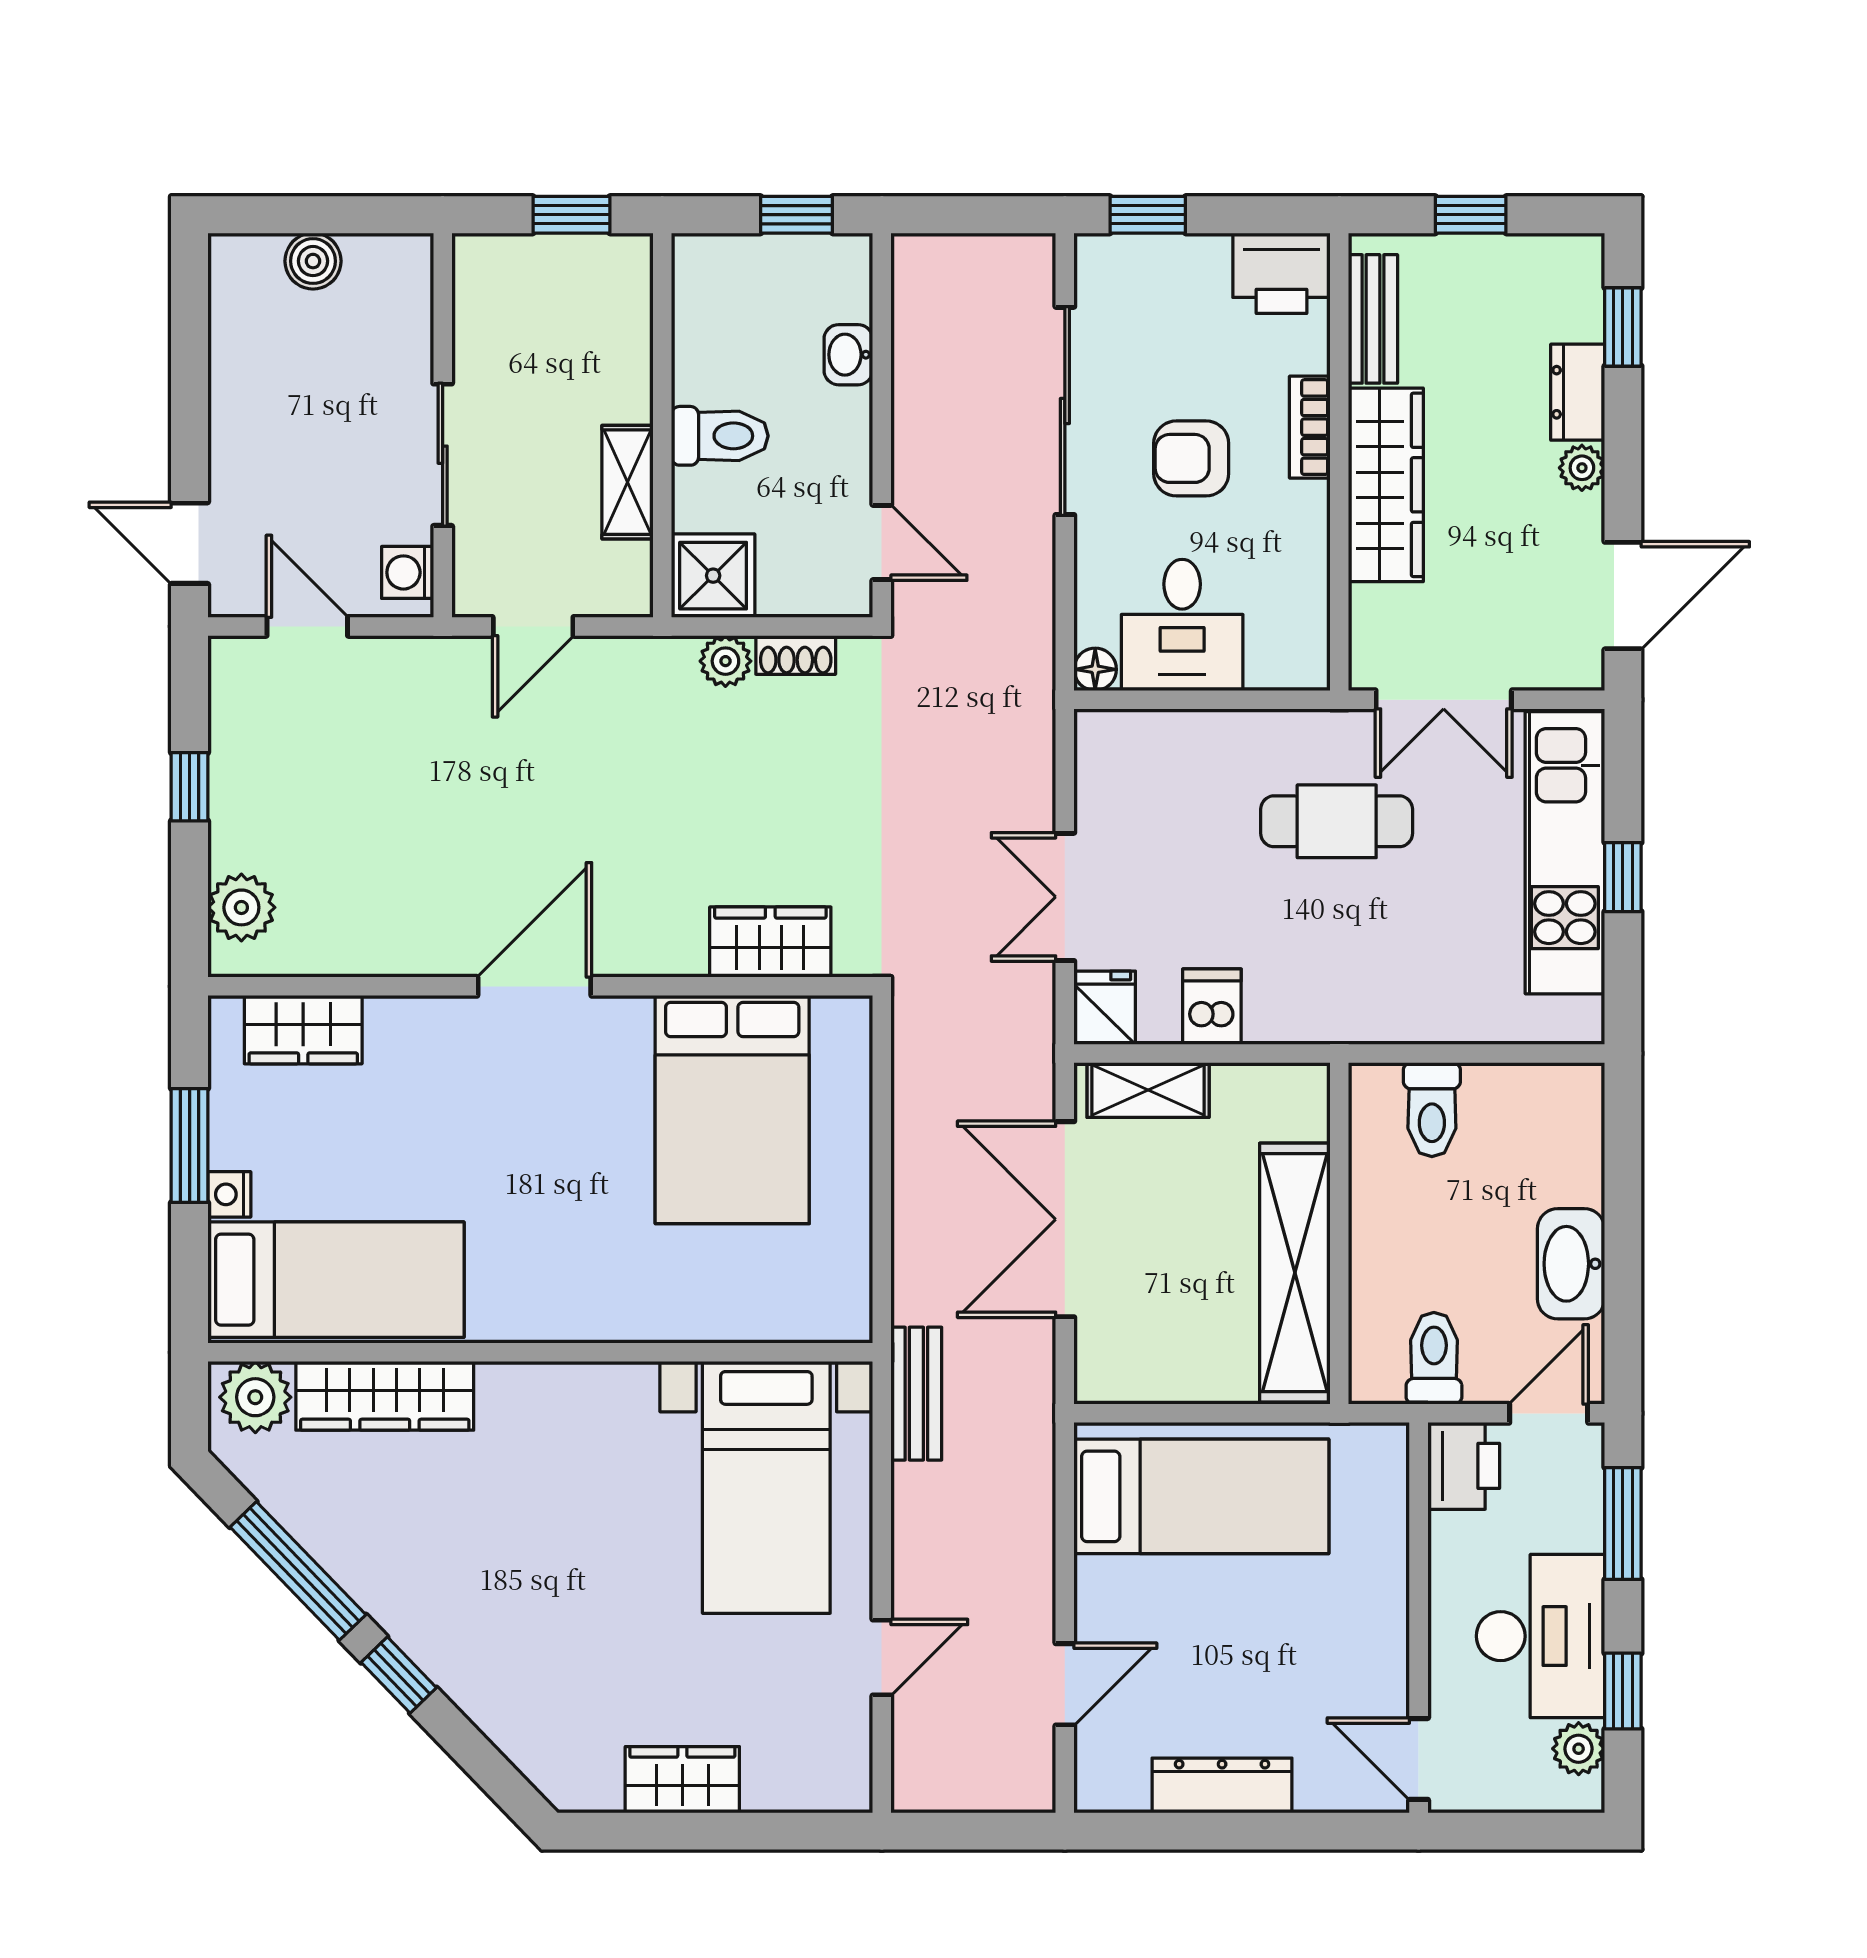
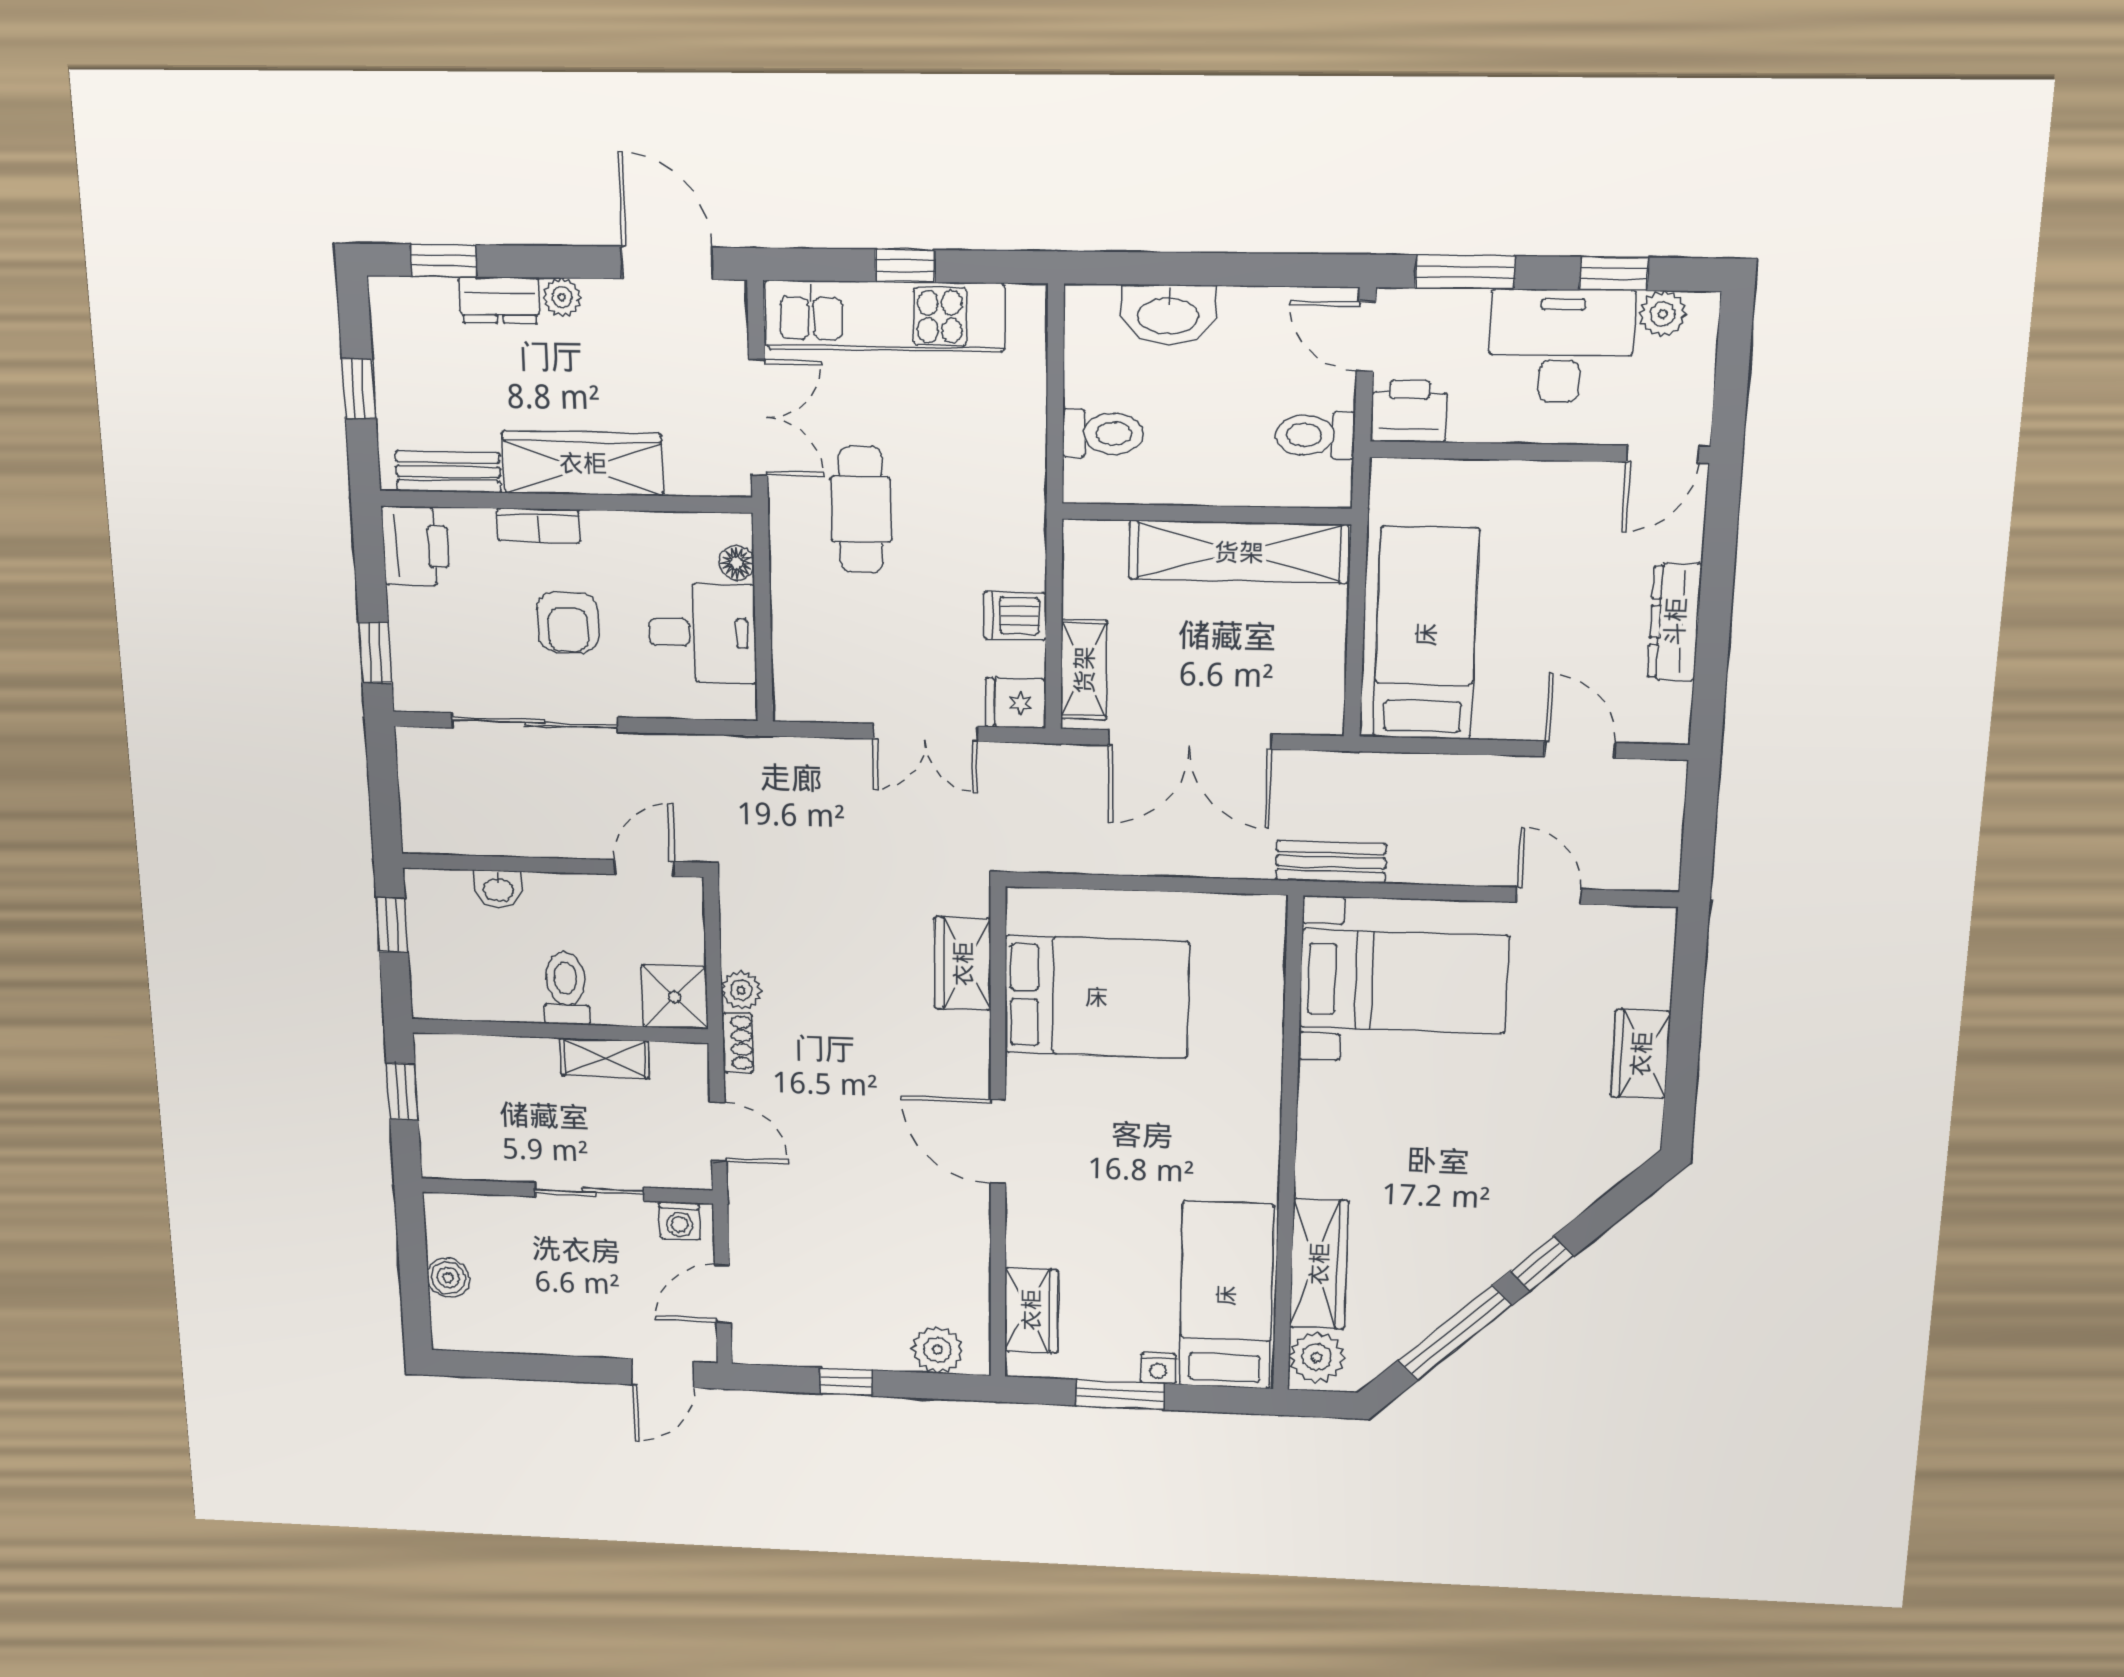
shoe rack: (796, 655) -> (738, 1042), moved
floor lamp: (1095, 669) -> (737, 563), moved
washbasin: (1571, 1264) -> (1168, 314), moved

